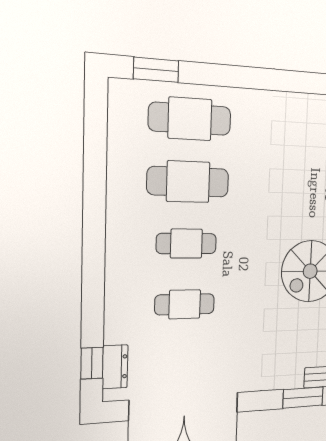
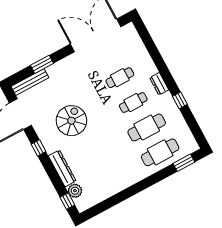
window: (92, 363) -> (180, 100), moved
dresser: (115, 367) -> (159, 84), moved

